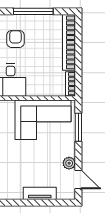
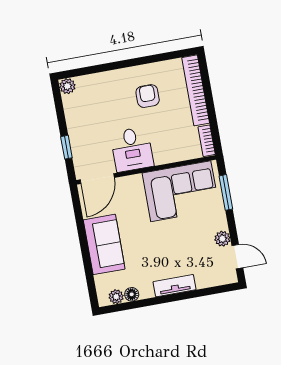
window: (33, 11) -> (145, 60), removed
armchair: (15, 39) -> (148, 96), moved
tv unit: (40, 193) -> (175, 286), moved

